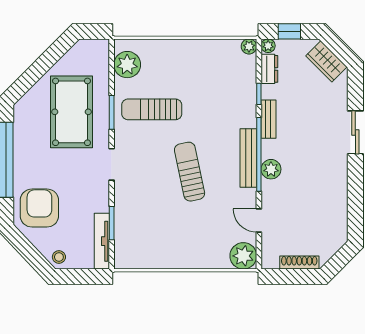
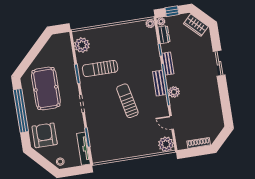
pool table: (72, 112) -> (46, 88), moved
bench: (248, 158) -> (159, 83), width x0.73

